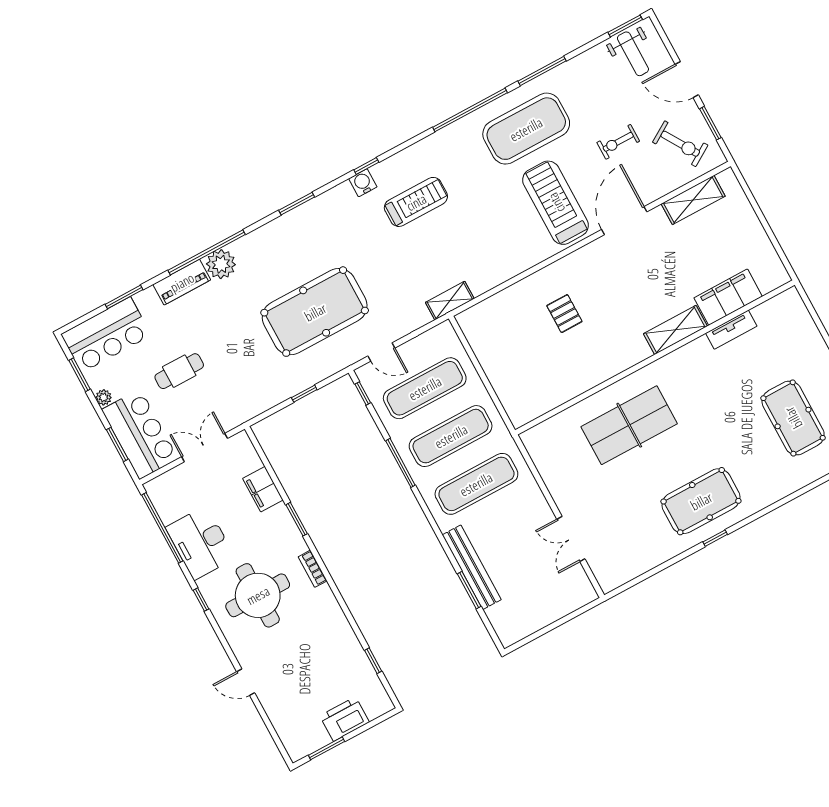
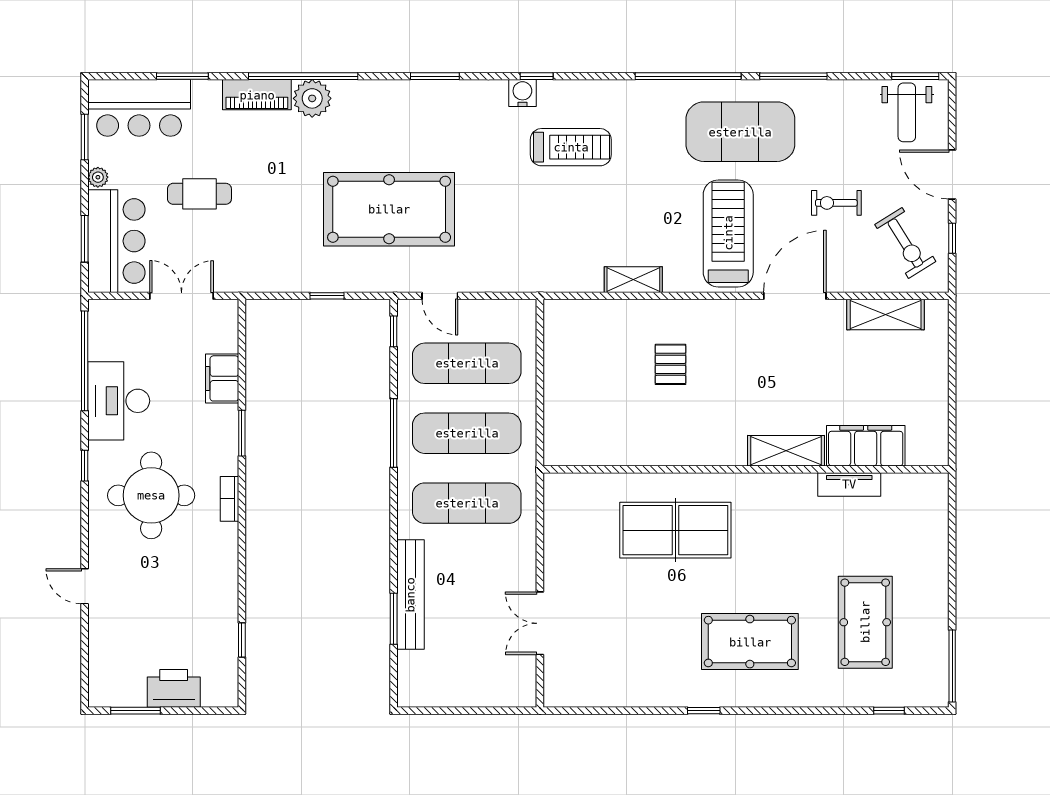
window: (710, 123) -> (952, 238), width x0.67
shelving: (450, 301) -> (633, 280), moved
pool table: (701, 501) -> (750, 642), moved

